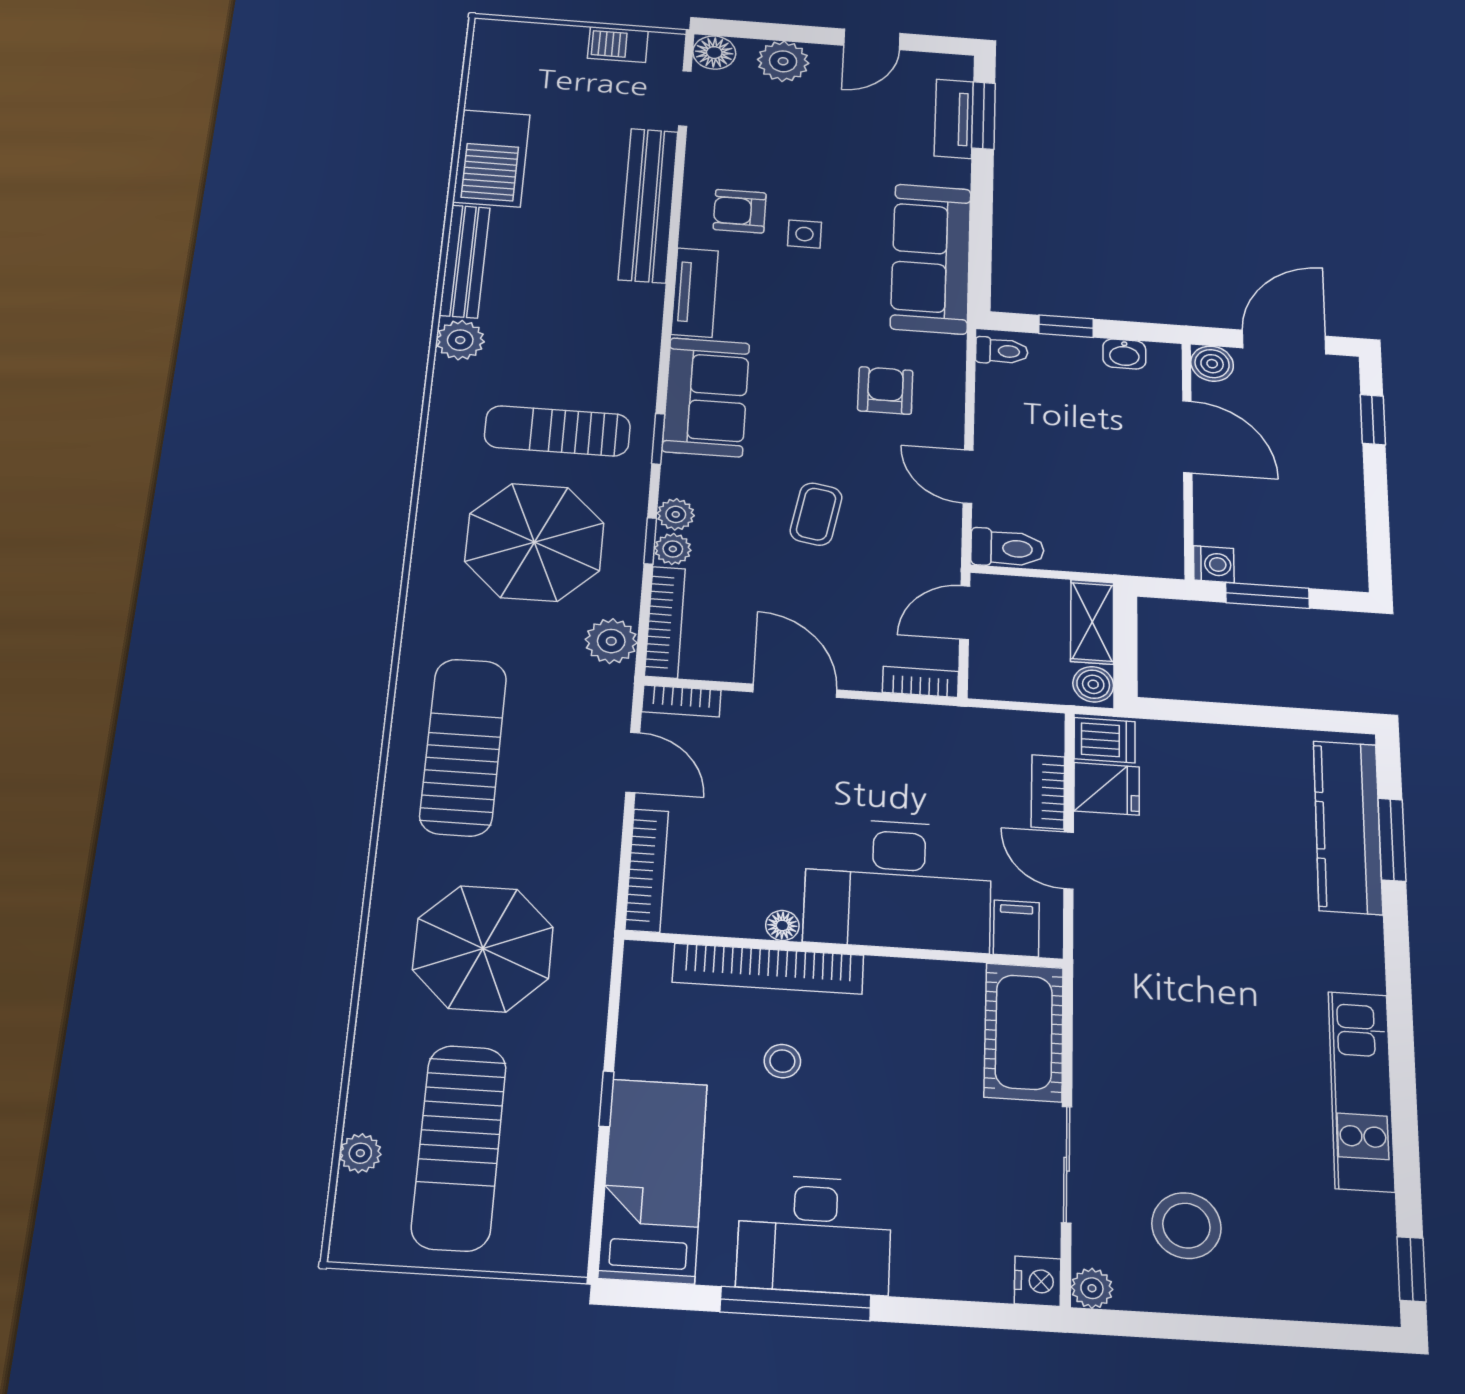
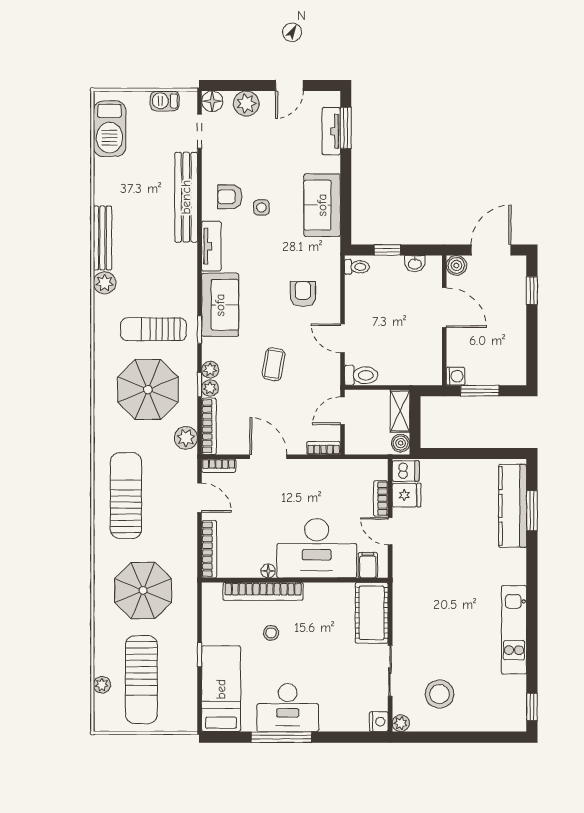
barbecue: (491, 158) -> (110, 129), moved
sofa: (931, 259) -> (322, 205), width x0.73

